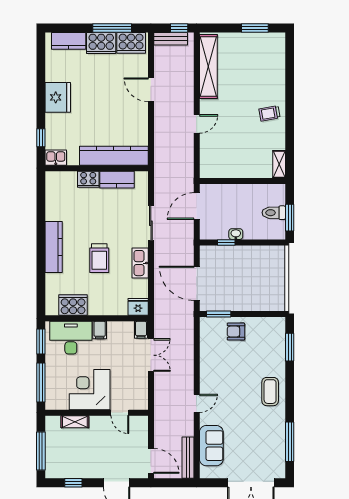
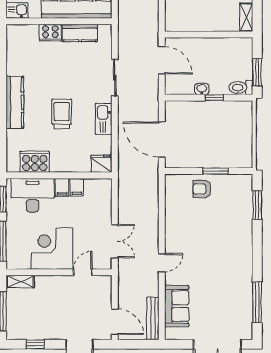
door: (197, 206) -> (162, 60), swing flipped
toilet: (274, 213) -> (241, 87), moved
window: (226, 243) -> (214, 98), moved
trolley: (99, 258) -> (62, 114), turned 180
window: (219, 314) -> (215, 171), moved
filing cabinet: (141, 330) -> (77, 187), moved
double door: (151, 355) -> (115, 241), moved
coffee table: (270, 392) -> (237, 251), removed
door: (120, 413) -> (83, 272), swing flipped
shelving: (75, 422) -> (20, 282), moved

